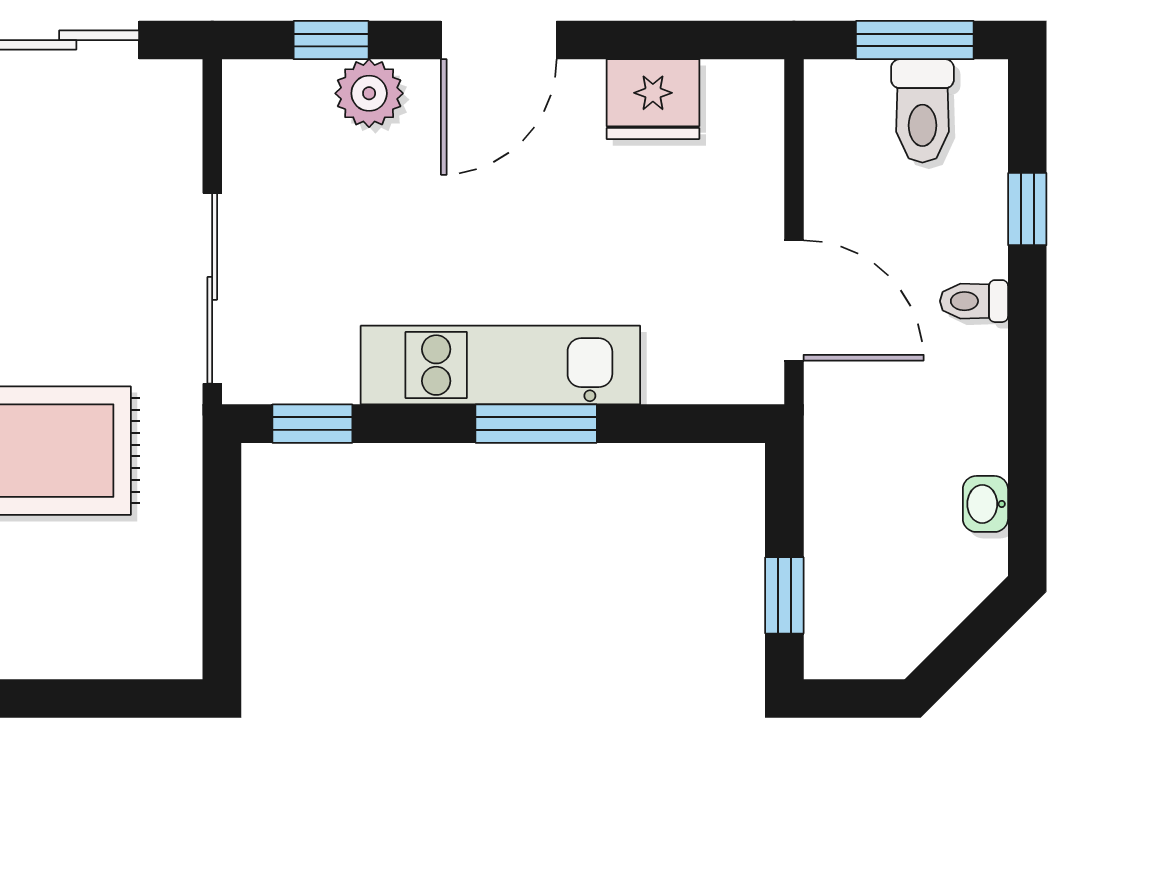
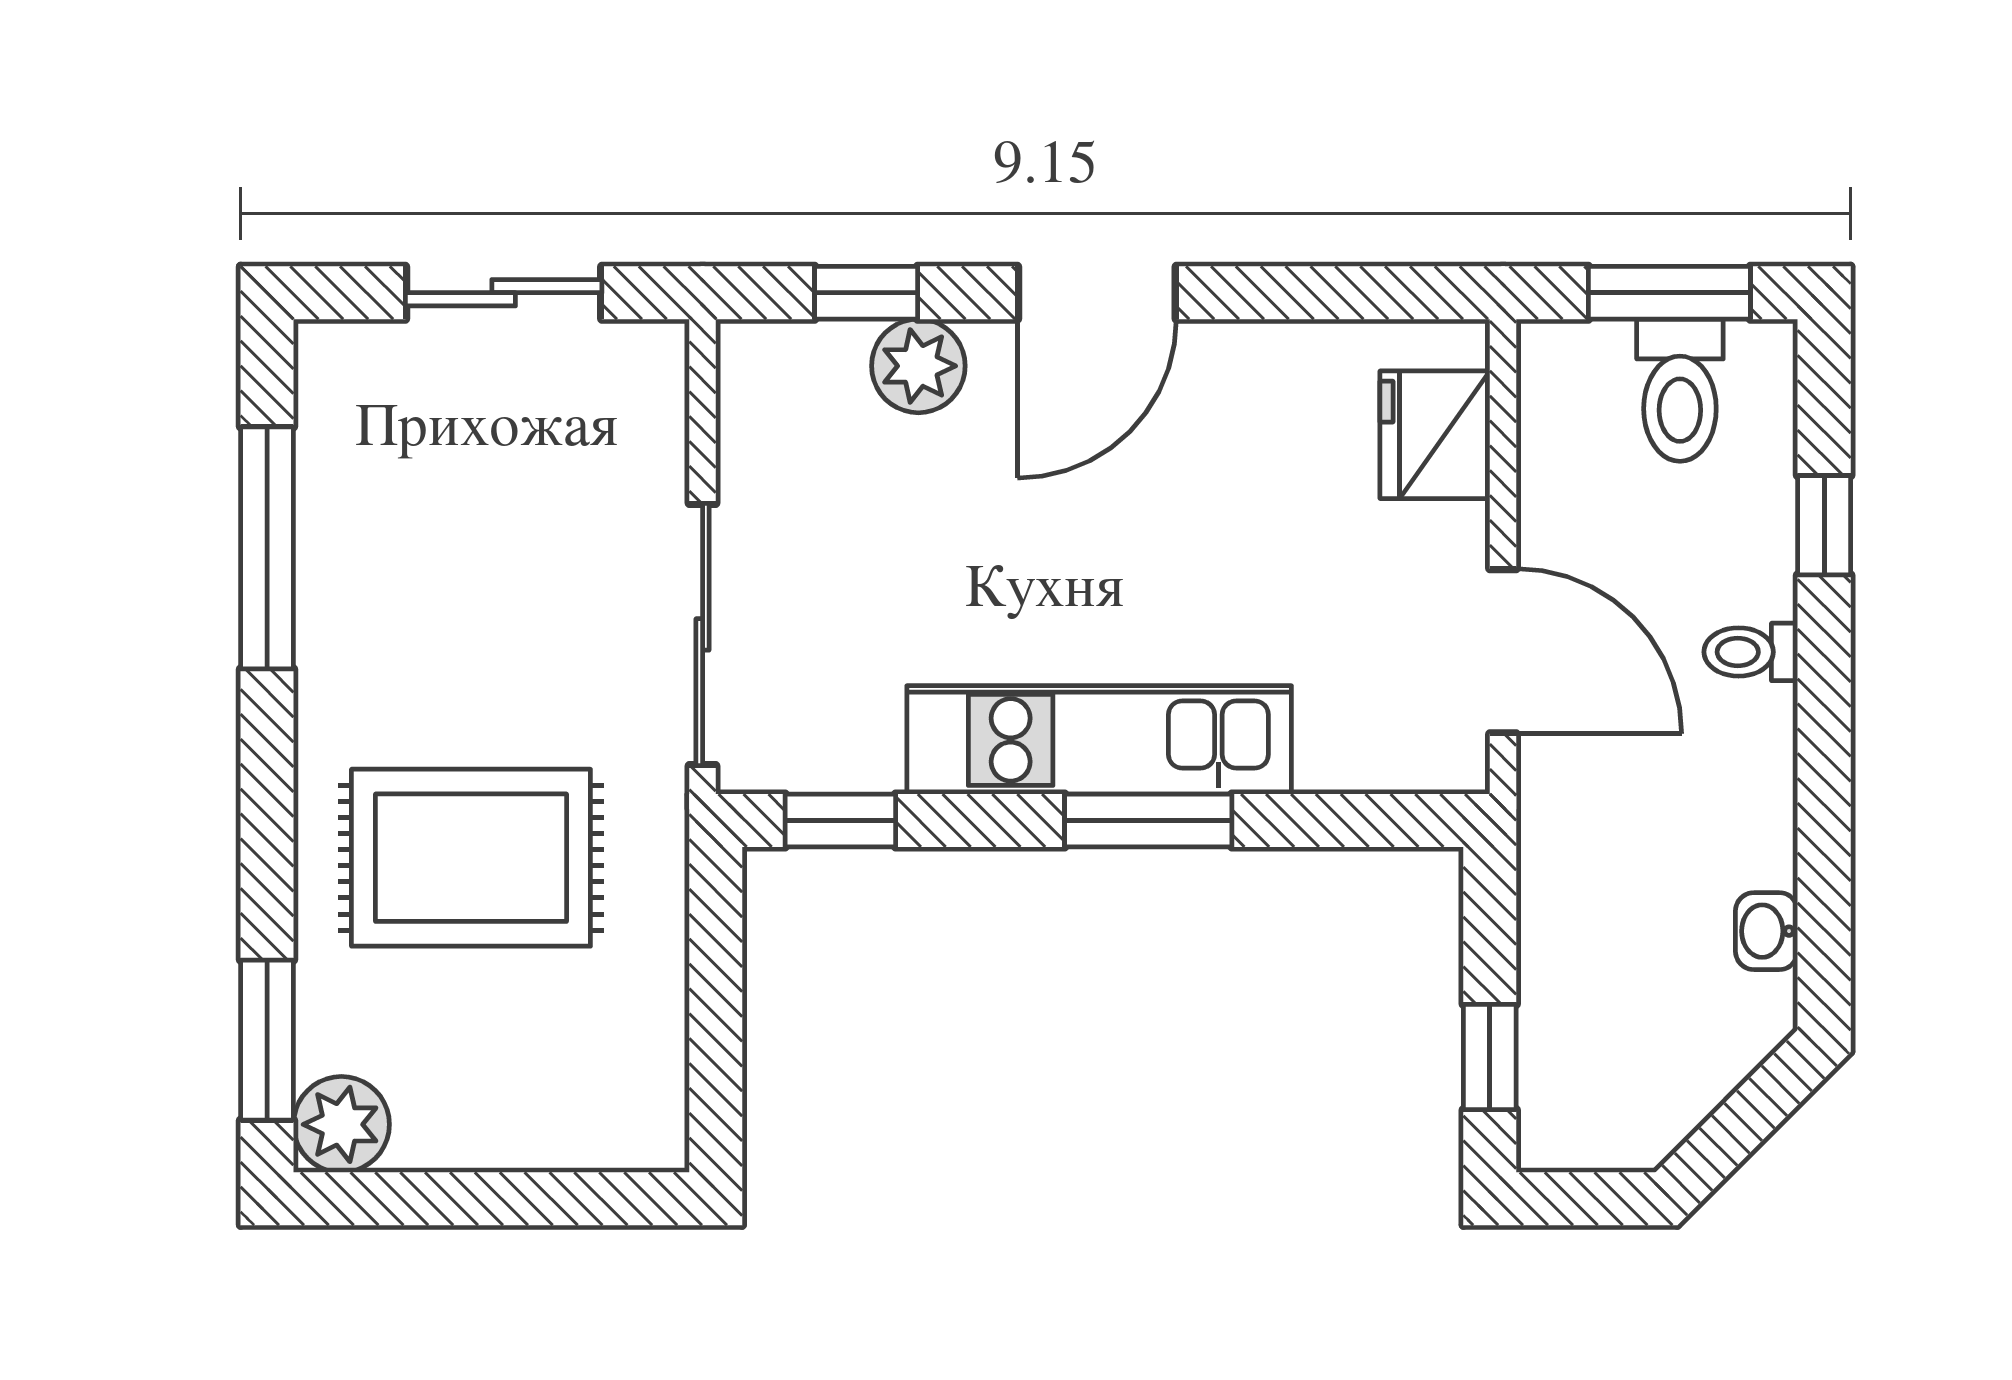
fridge: (653, 99) -> (1435, 435), moved, turned 90

